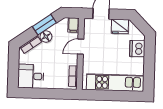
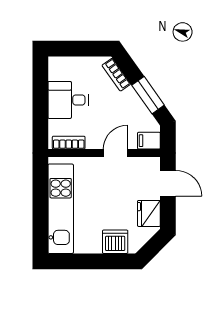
floor lamp: (46, 36) -> (130, 98), removed
door: (81, 47) -> (115, 153), hinge flipped
desk: (31, 76) -> (68, 100), moved, turned -90

